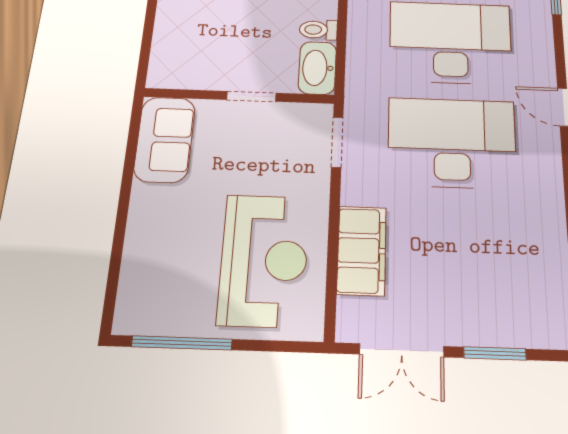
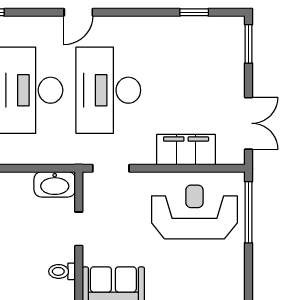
toilet: (318, 30) -> (62, 271), moved, turned 90
window: (182, 343) -> (249, 212), moved
window: (495, 353) -> (249, 44), moved

